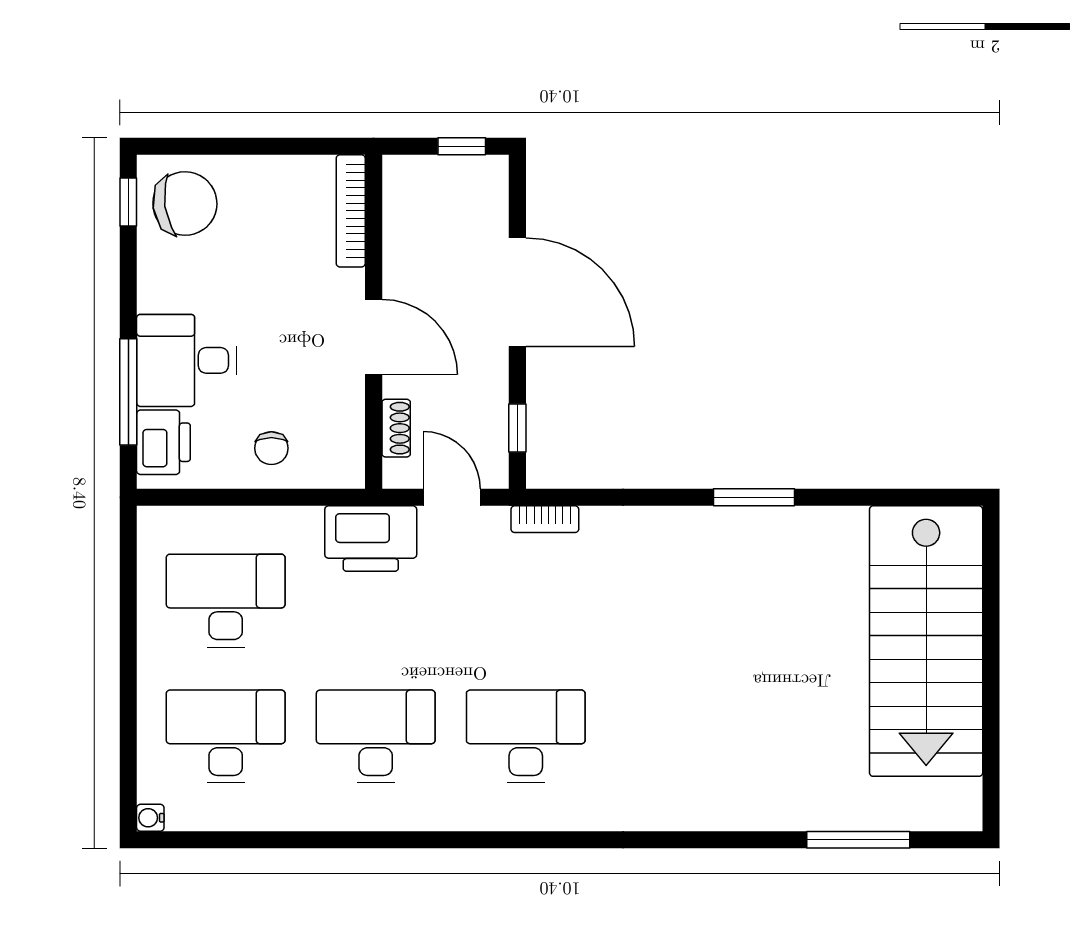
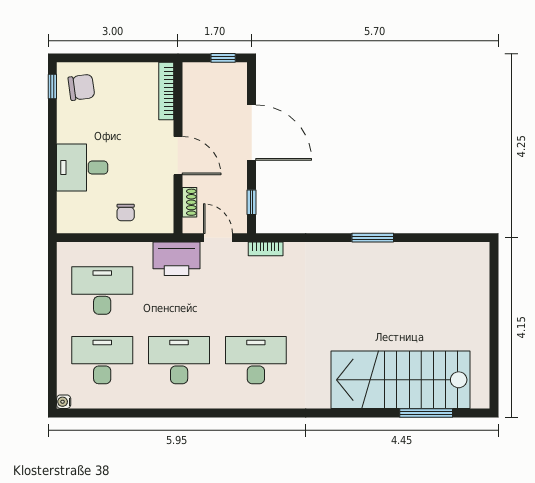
chair: (185, 204) -> (81, 87), width x0.73, depth x0.73
window: (128, 392) -> (52, 184), removed
printer: (163, 442) -> (70, 209), removed
stairs: (926, 641) -> (400, 380), moved, turned 90

